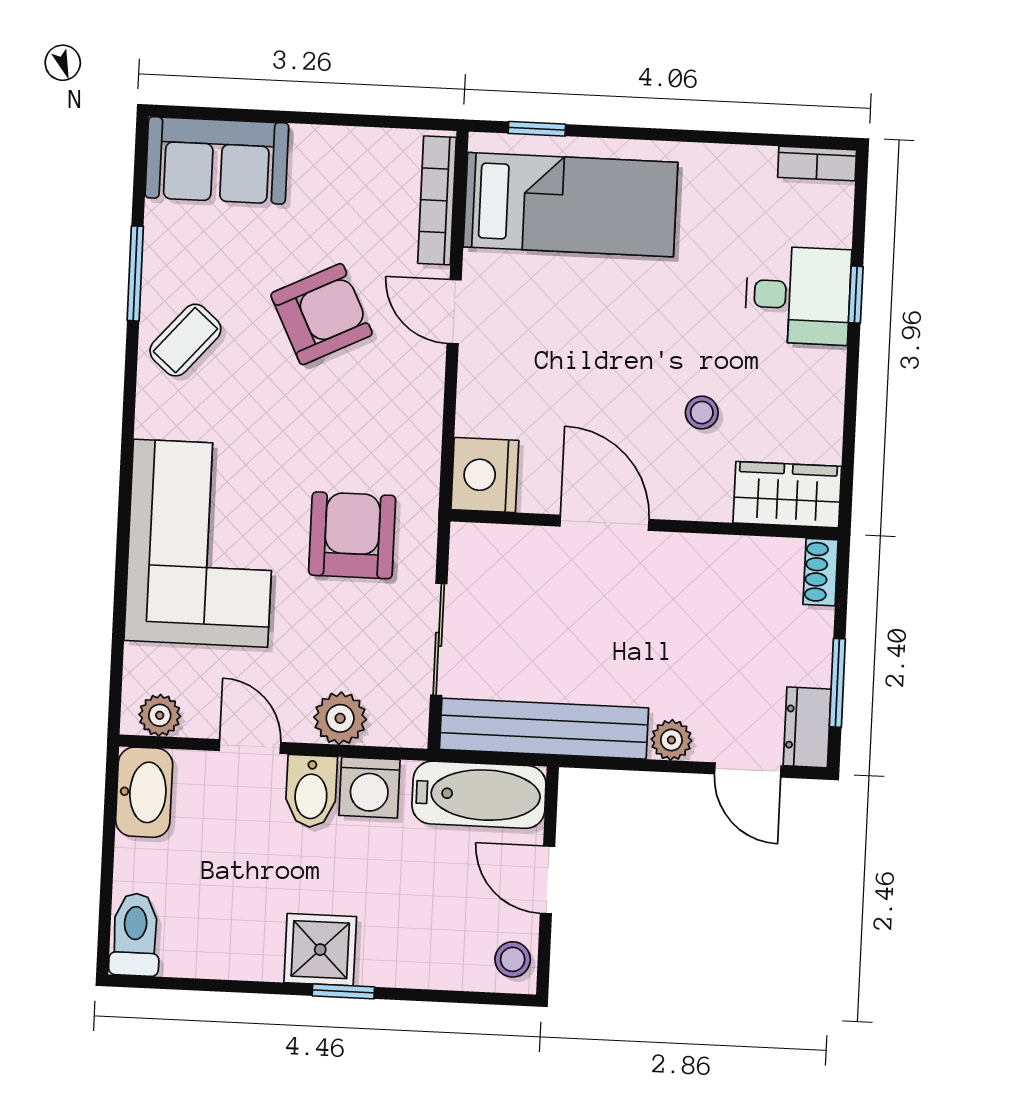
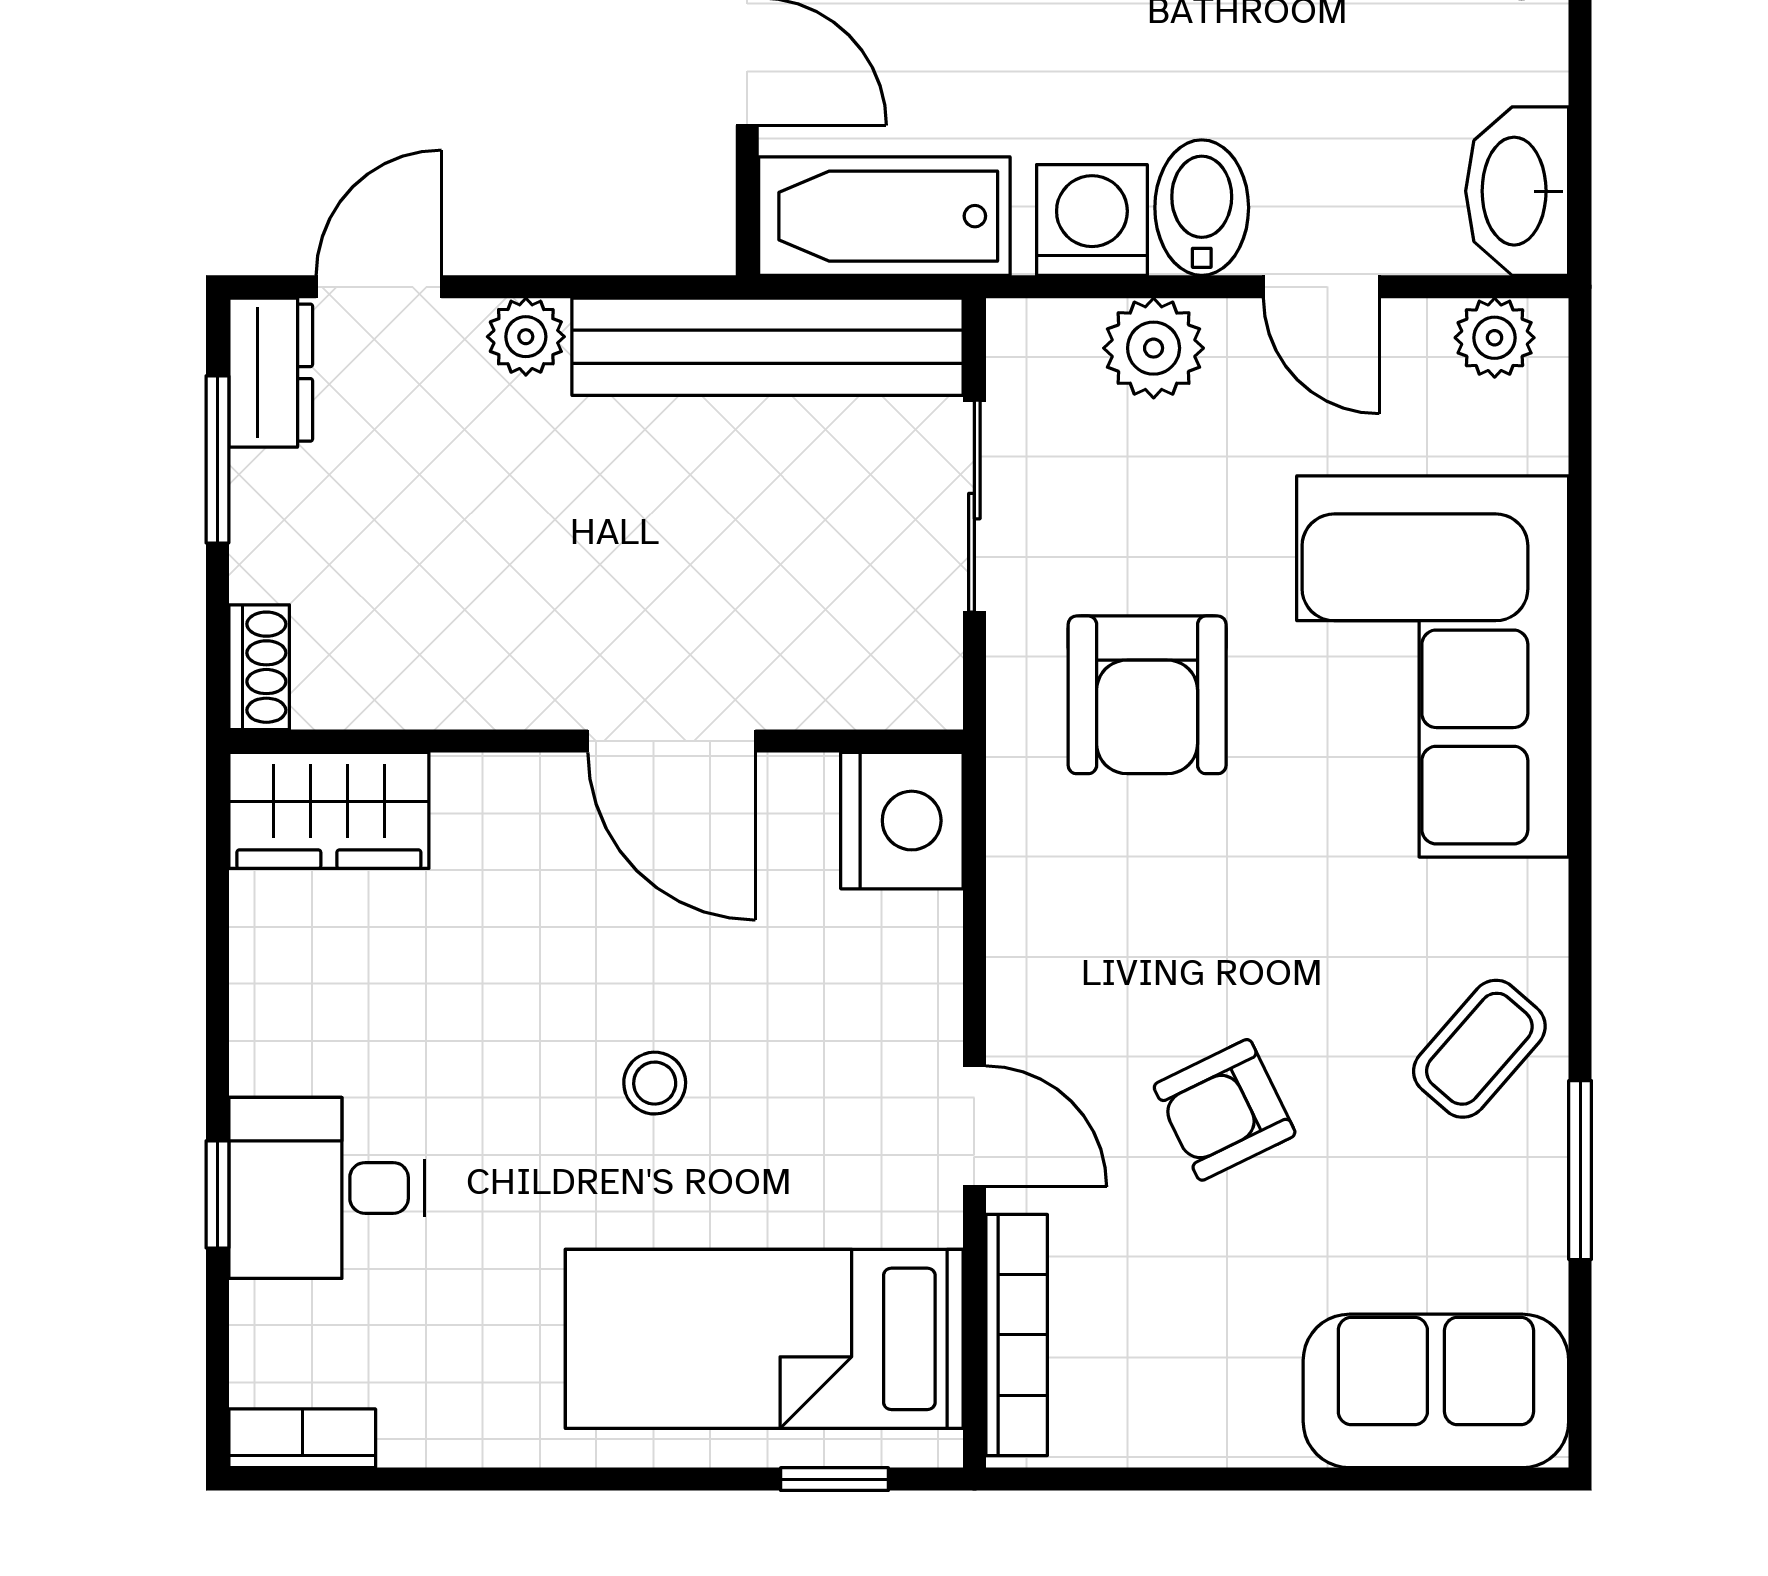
armchair: (322, 314) -> (1225, 1110), width x0.72, depth x0.72
stool: (702, 413) -> (655, 1083), moved
door: (748, 770) -> (379, 287), hinge flipped

